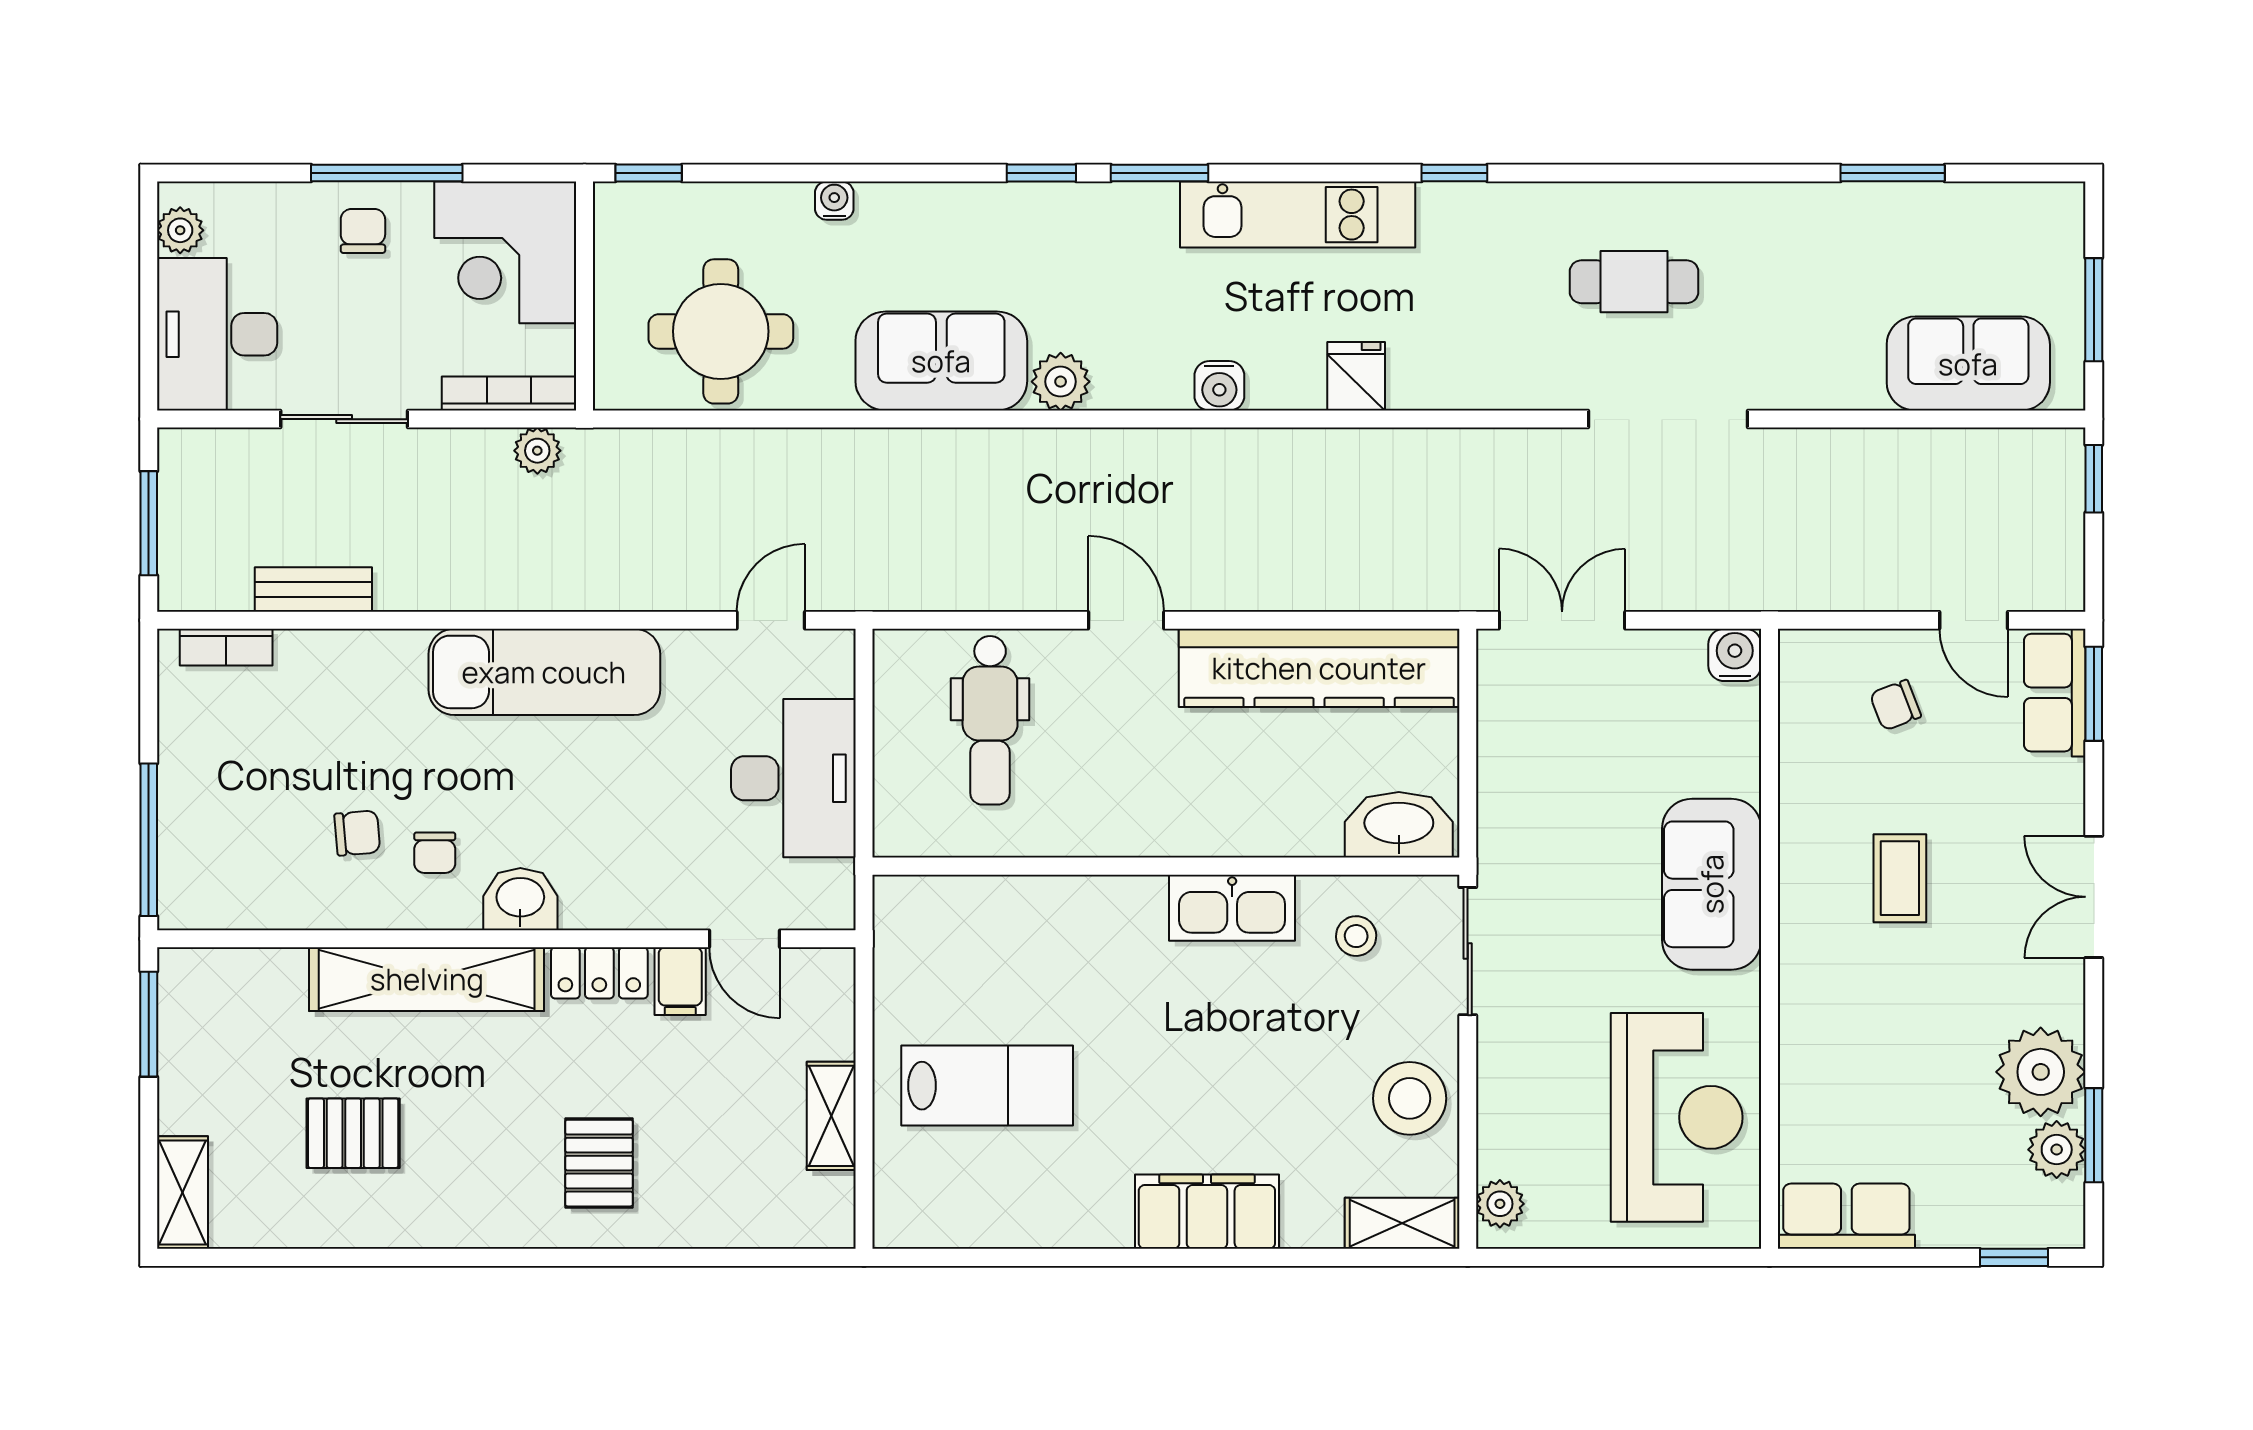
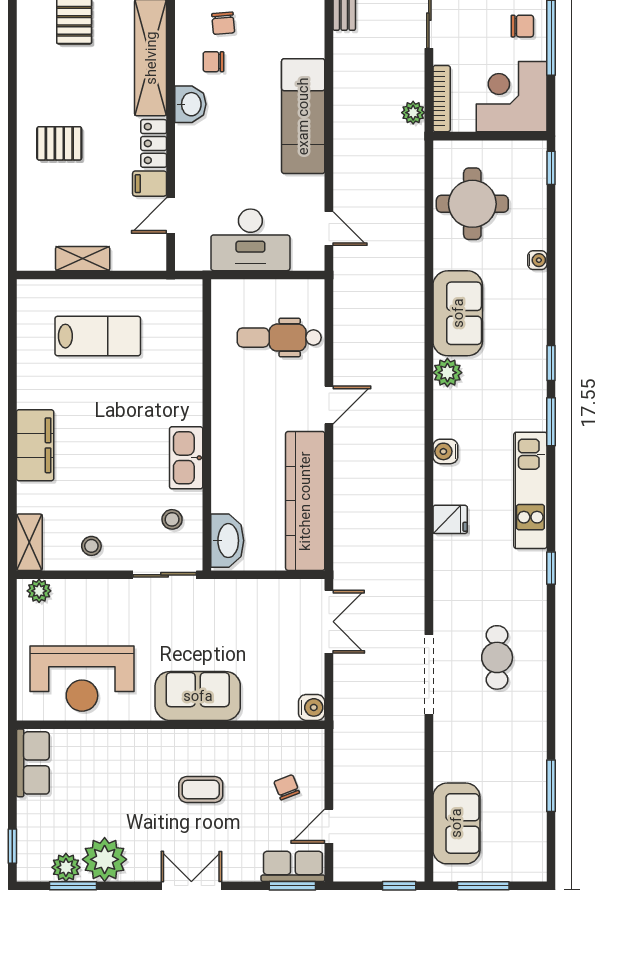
lab bench: (987, 1086) -> (98, 336), turned -90
stool: (1410, 1098) -> (91, 546), width x0.53, depth x0.53

